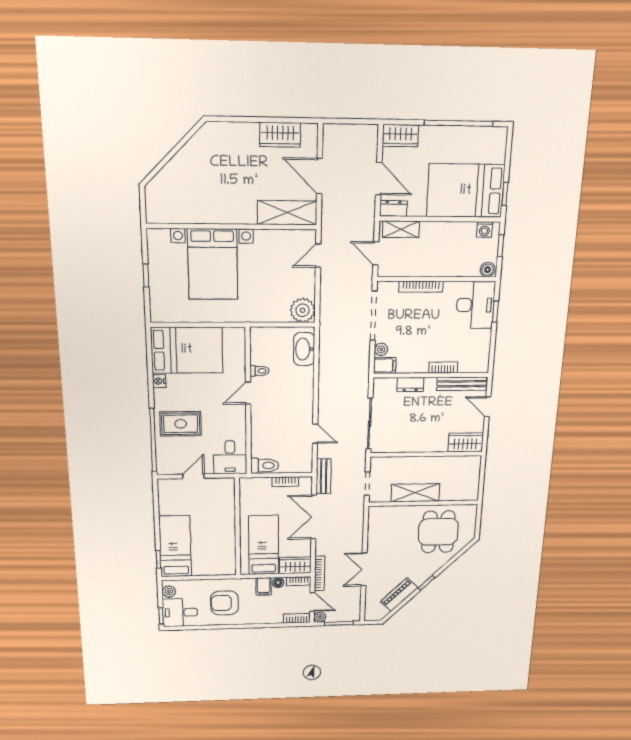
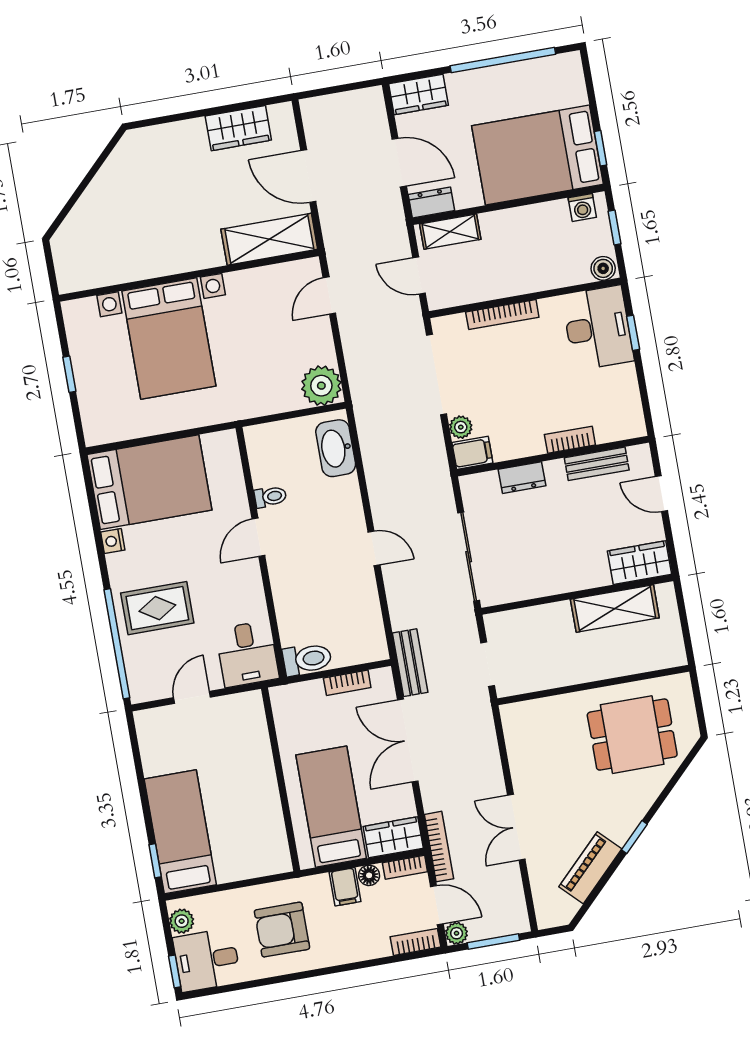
bench: (462, 384) -> (597, 464), width x0.73
door: (315, 434) -> (374, 548), moved
shelving: (415, 493) -> (615, 609), moved
dining table: (438, 532) -> (632, 735), turned 90

